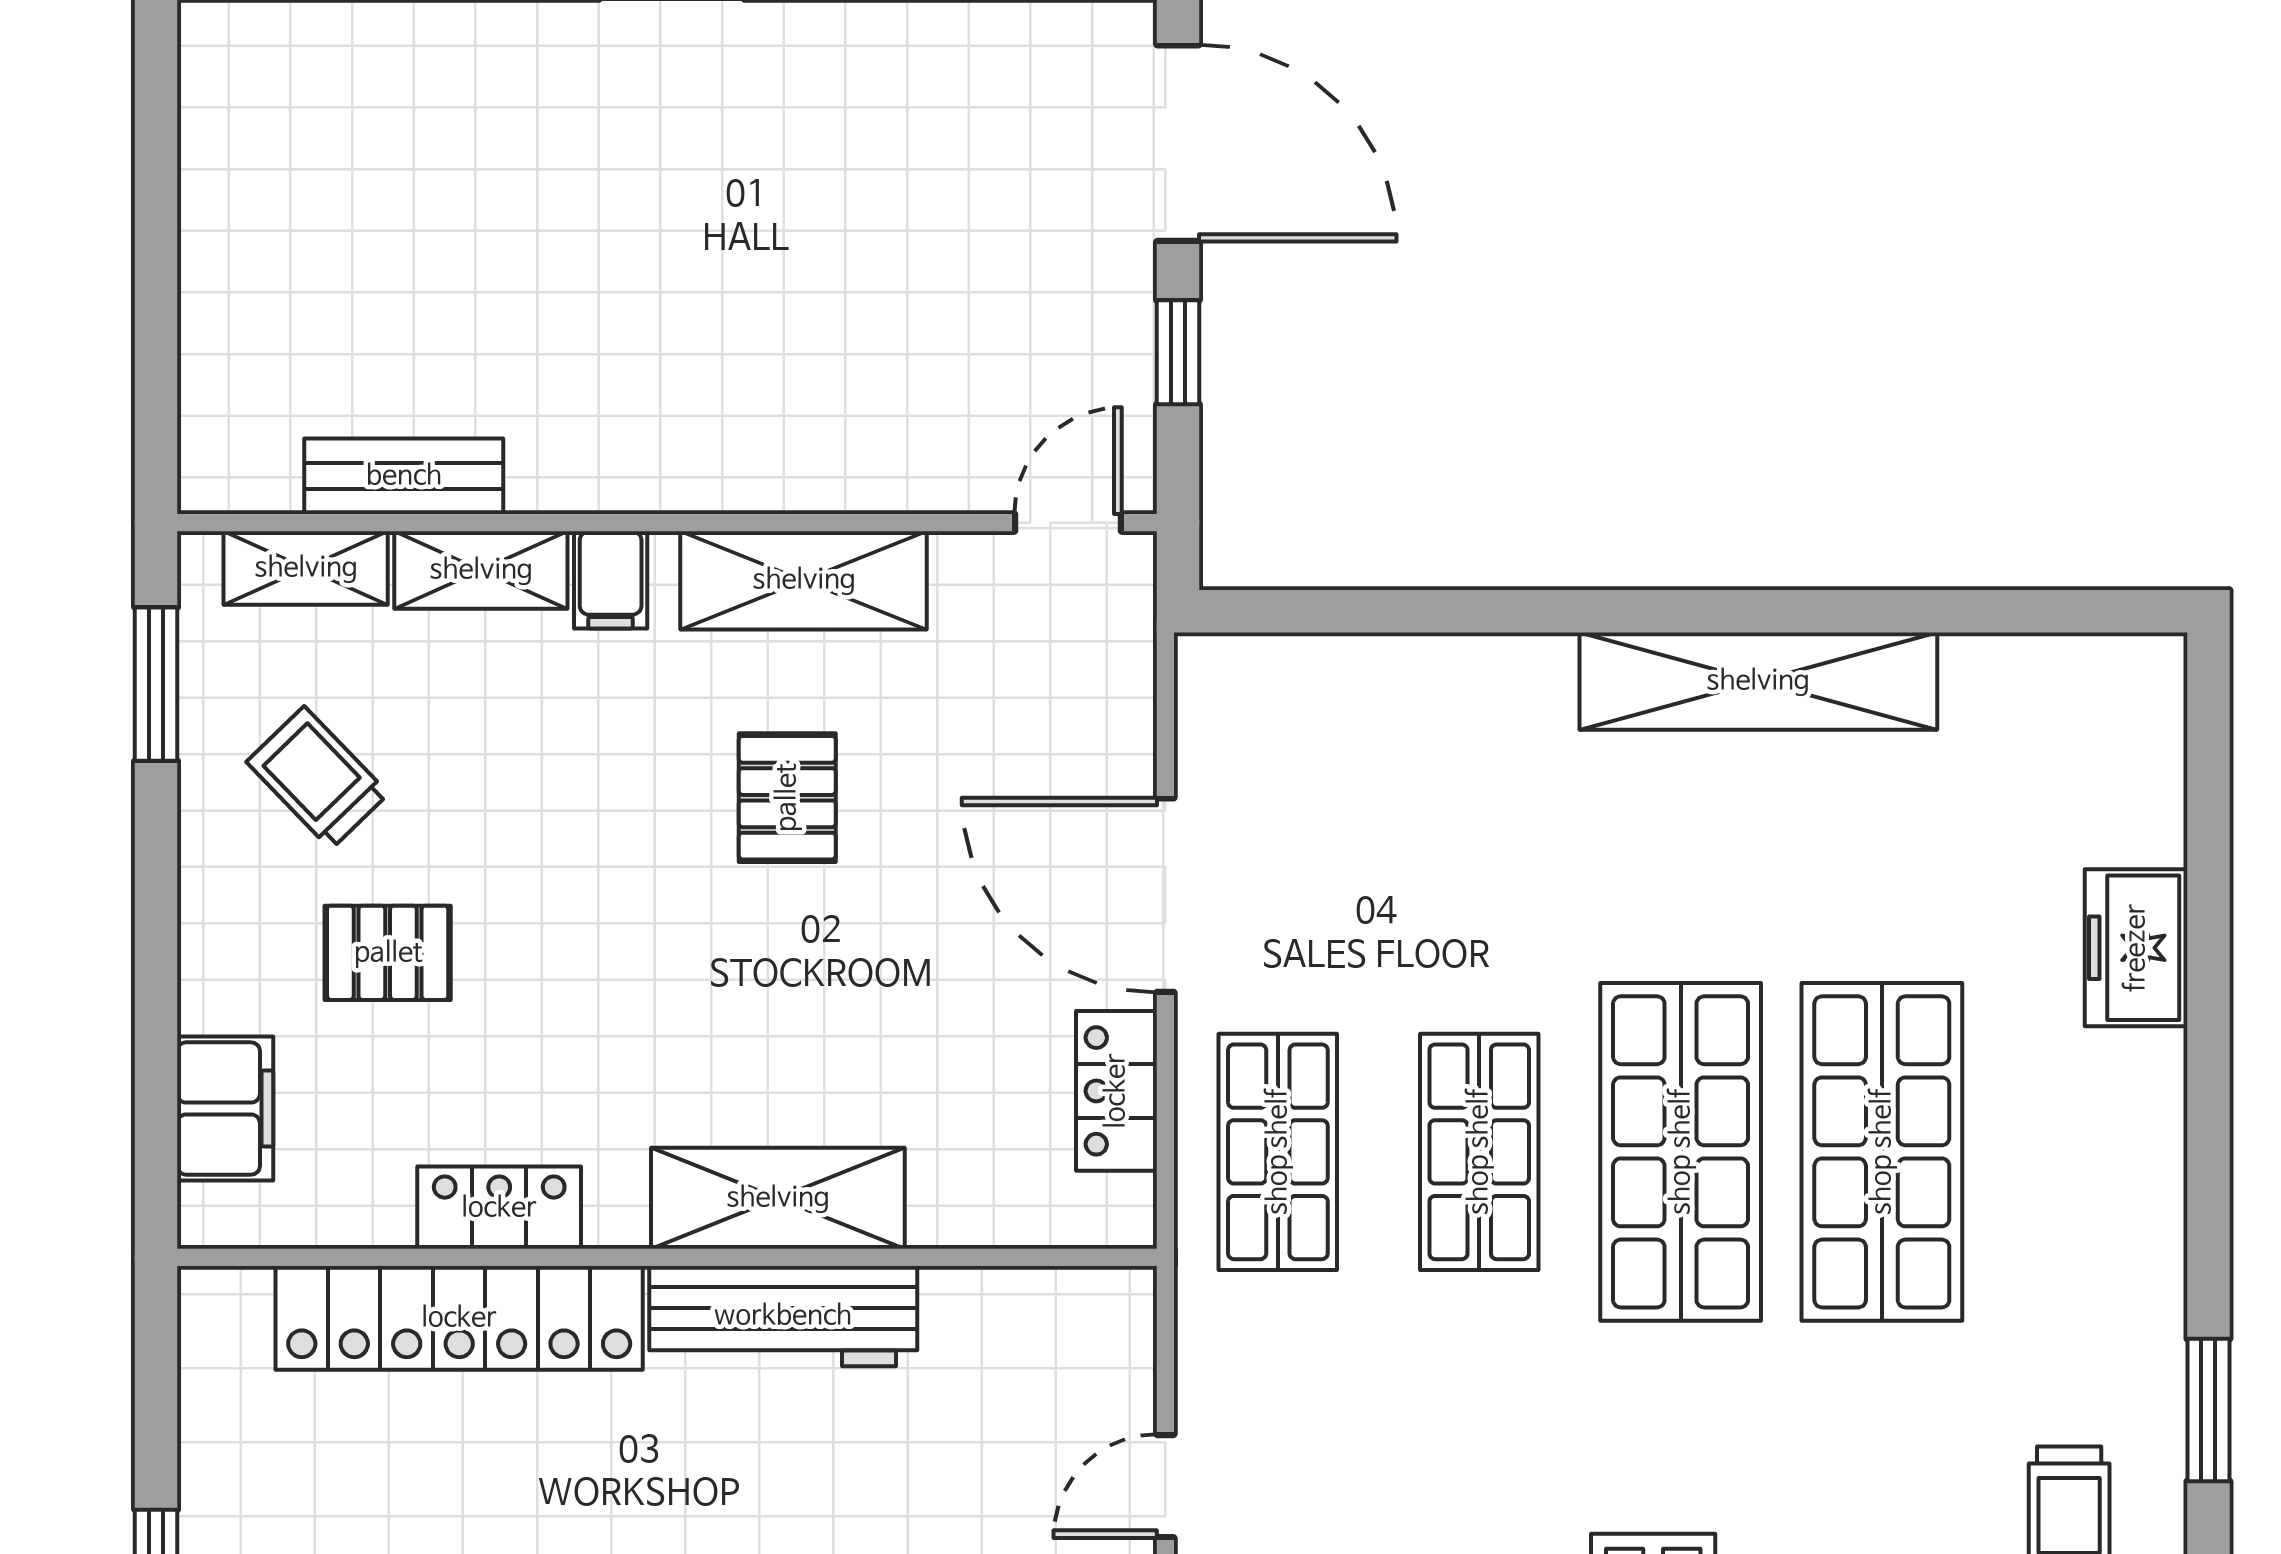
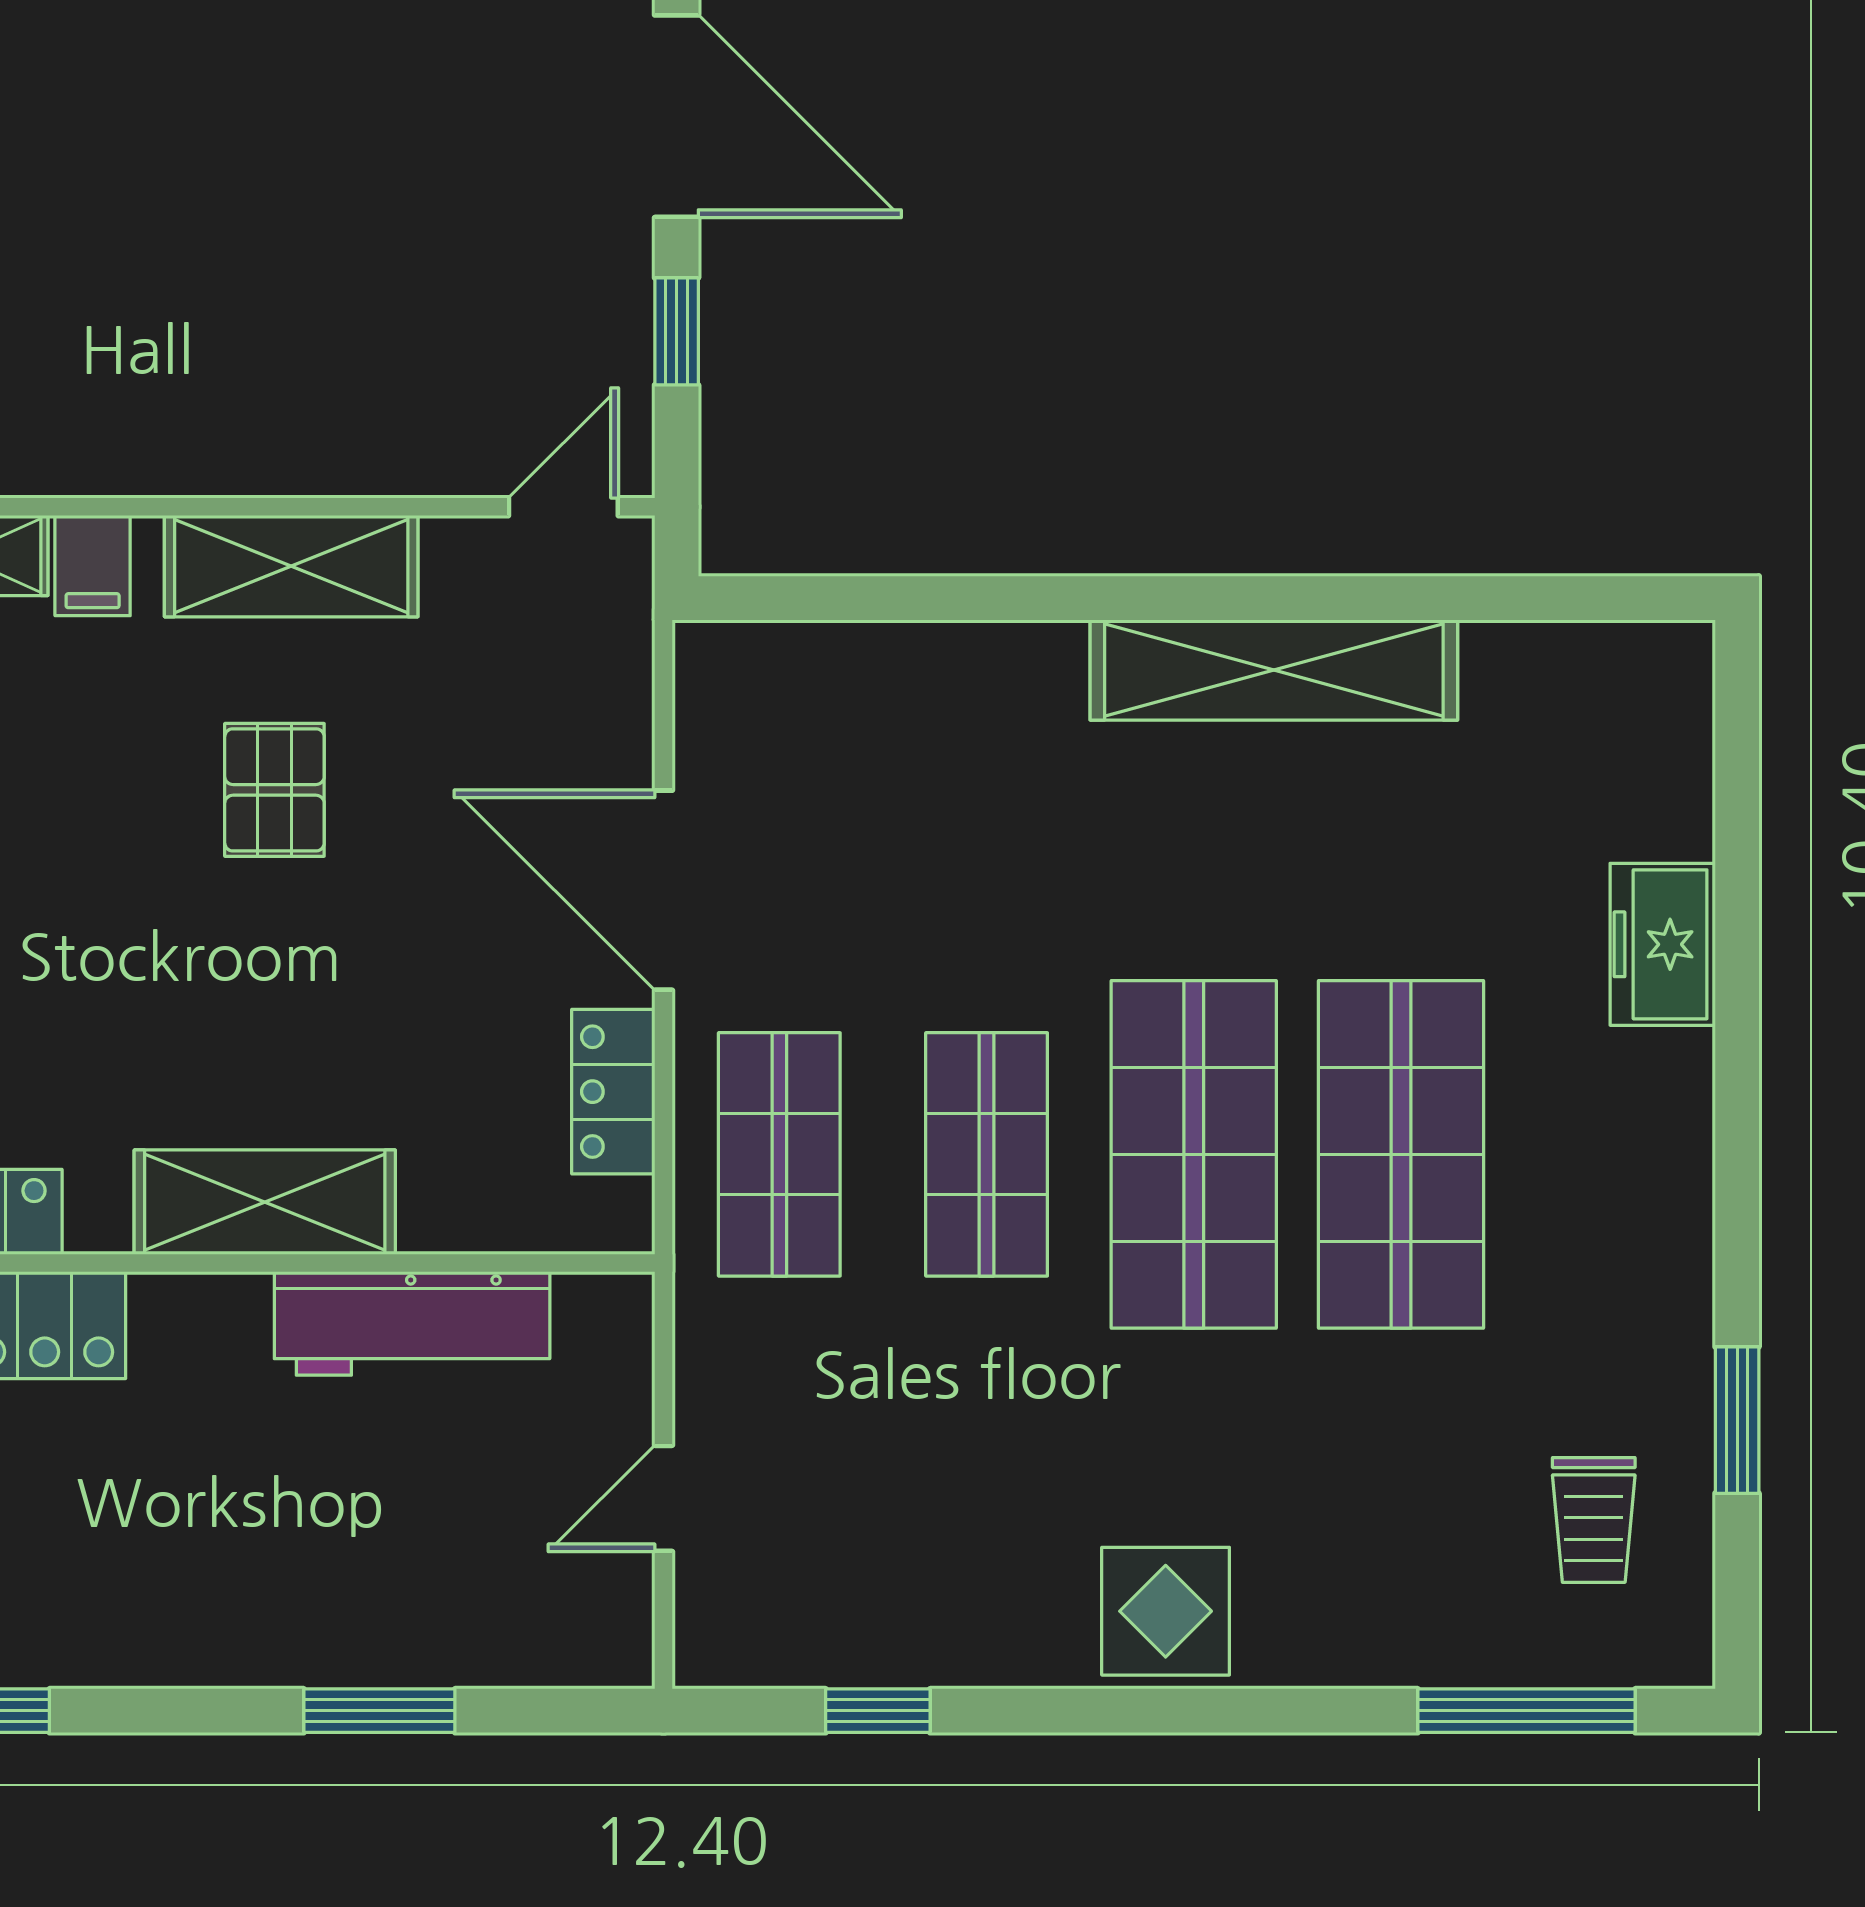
workbench: (783, 1316) -> (412, 1323), moved

